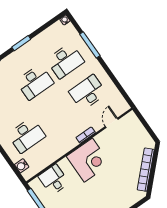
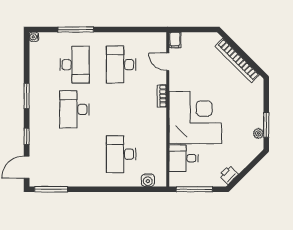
desk: (35, 82) -> (74, 109), turned 180
filing cabinet: (130, 117) -> (175, 40), added
desk: (27, 135) -> (121, 154), turned 180
corner desk: (88, 160) -> (195, 117), width x1.36, depth x1.36

